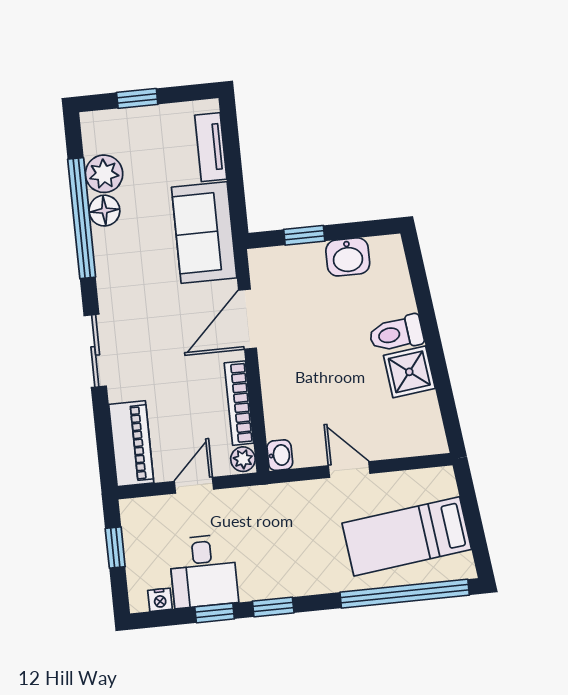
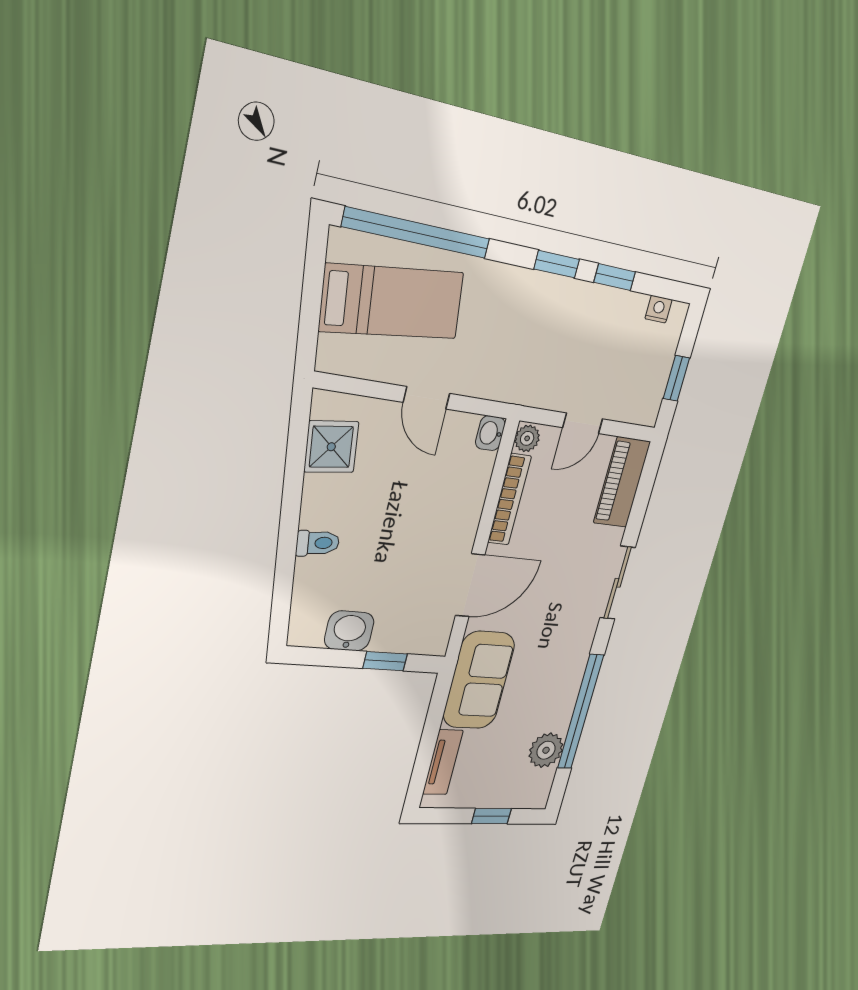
floor lamp: (104, 211) -> (559, 716), removed
toilet: (396, 334) -> (318, 543), width x0.73, depth x0.72
shower: (409, 372) -> (331, 447), moved
desk: (203, 571) -> (608, 327), removed

